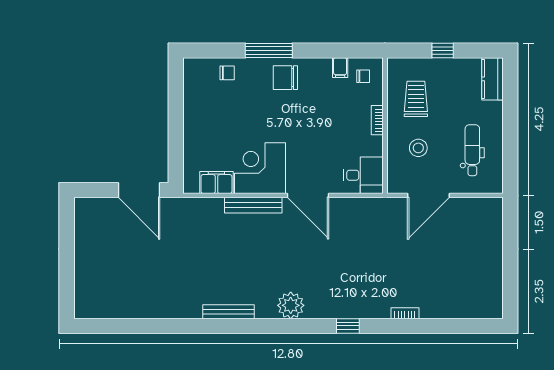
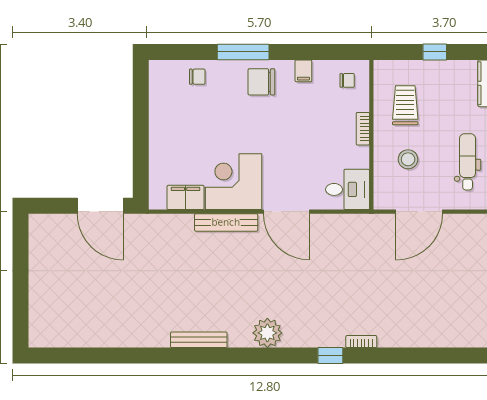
filing cabinet: (340, 68) -> (303, 71), moved
bookcase: (405, 313) -> (361, 342), moved

